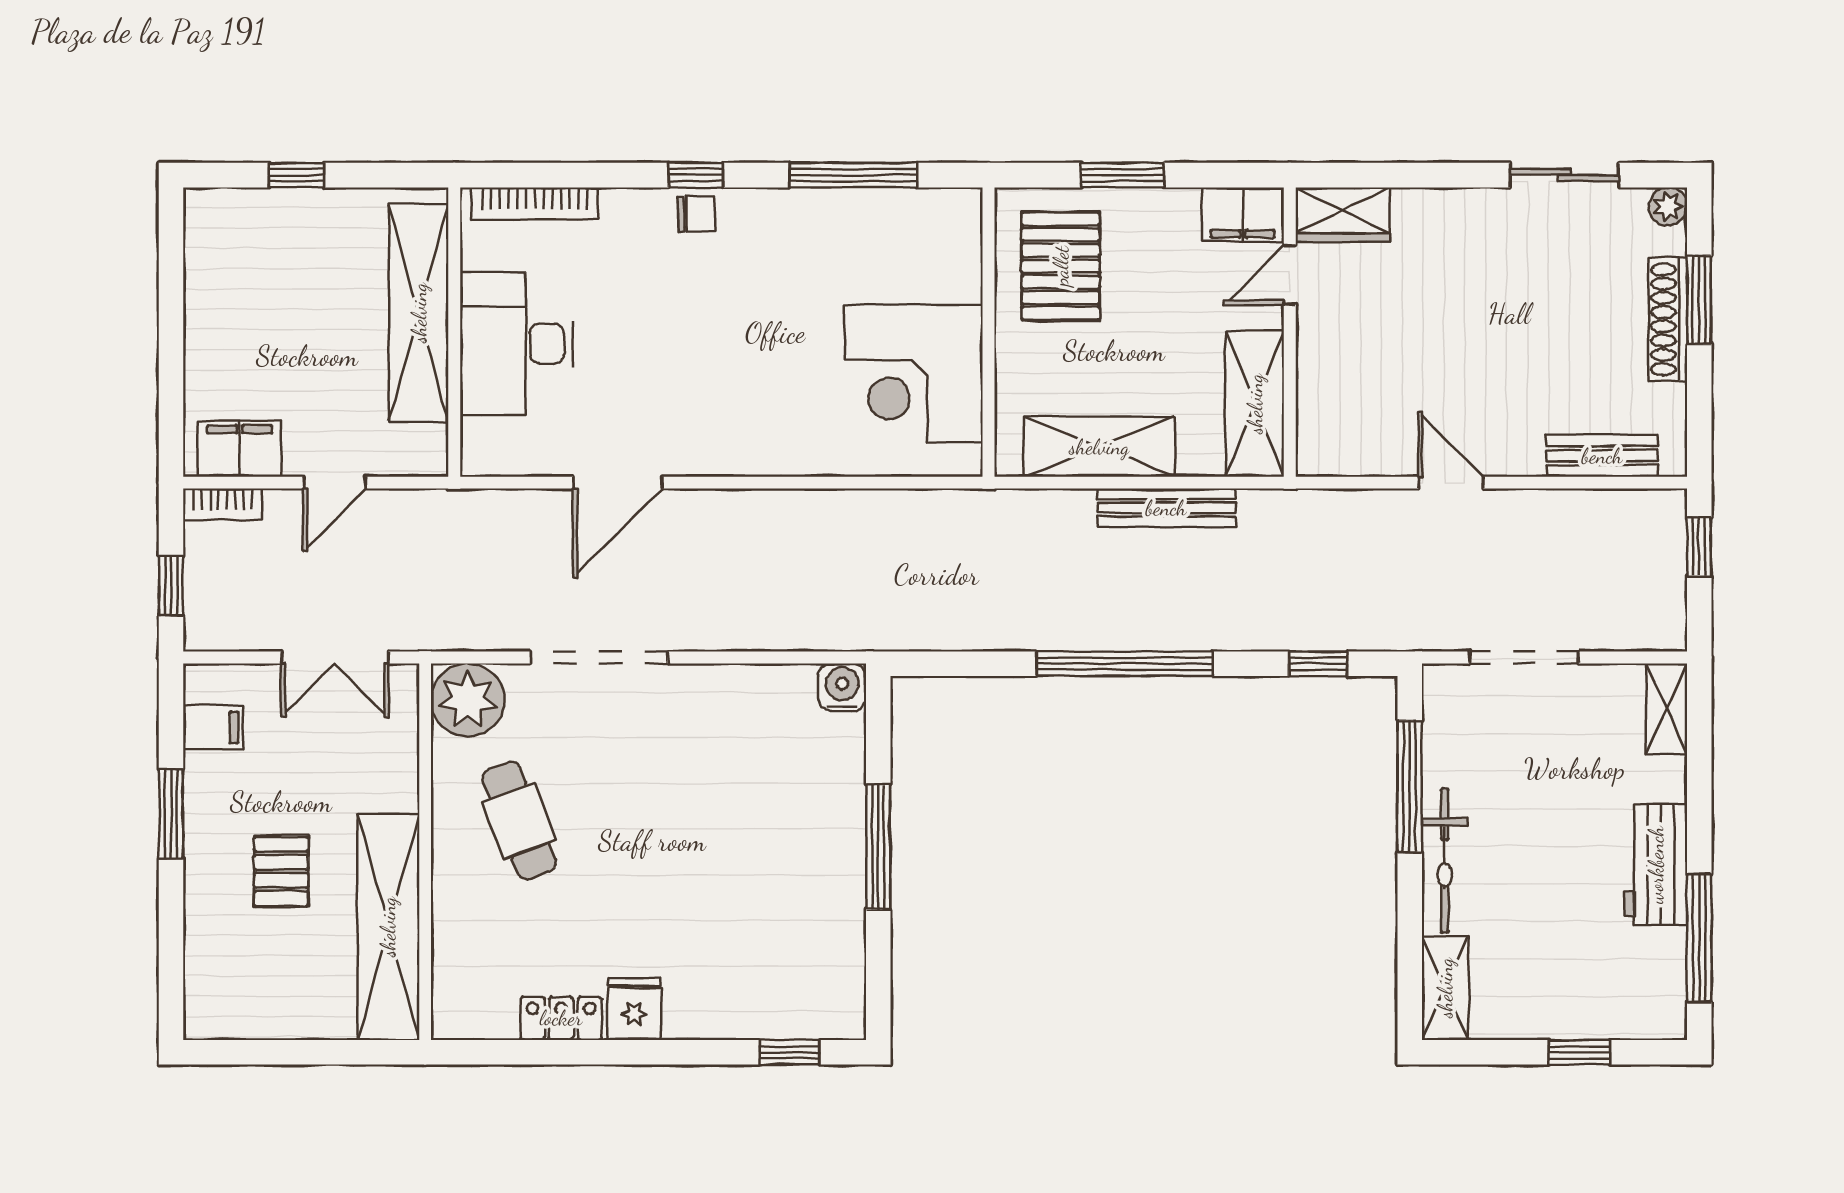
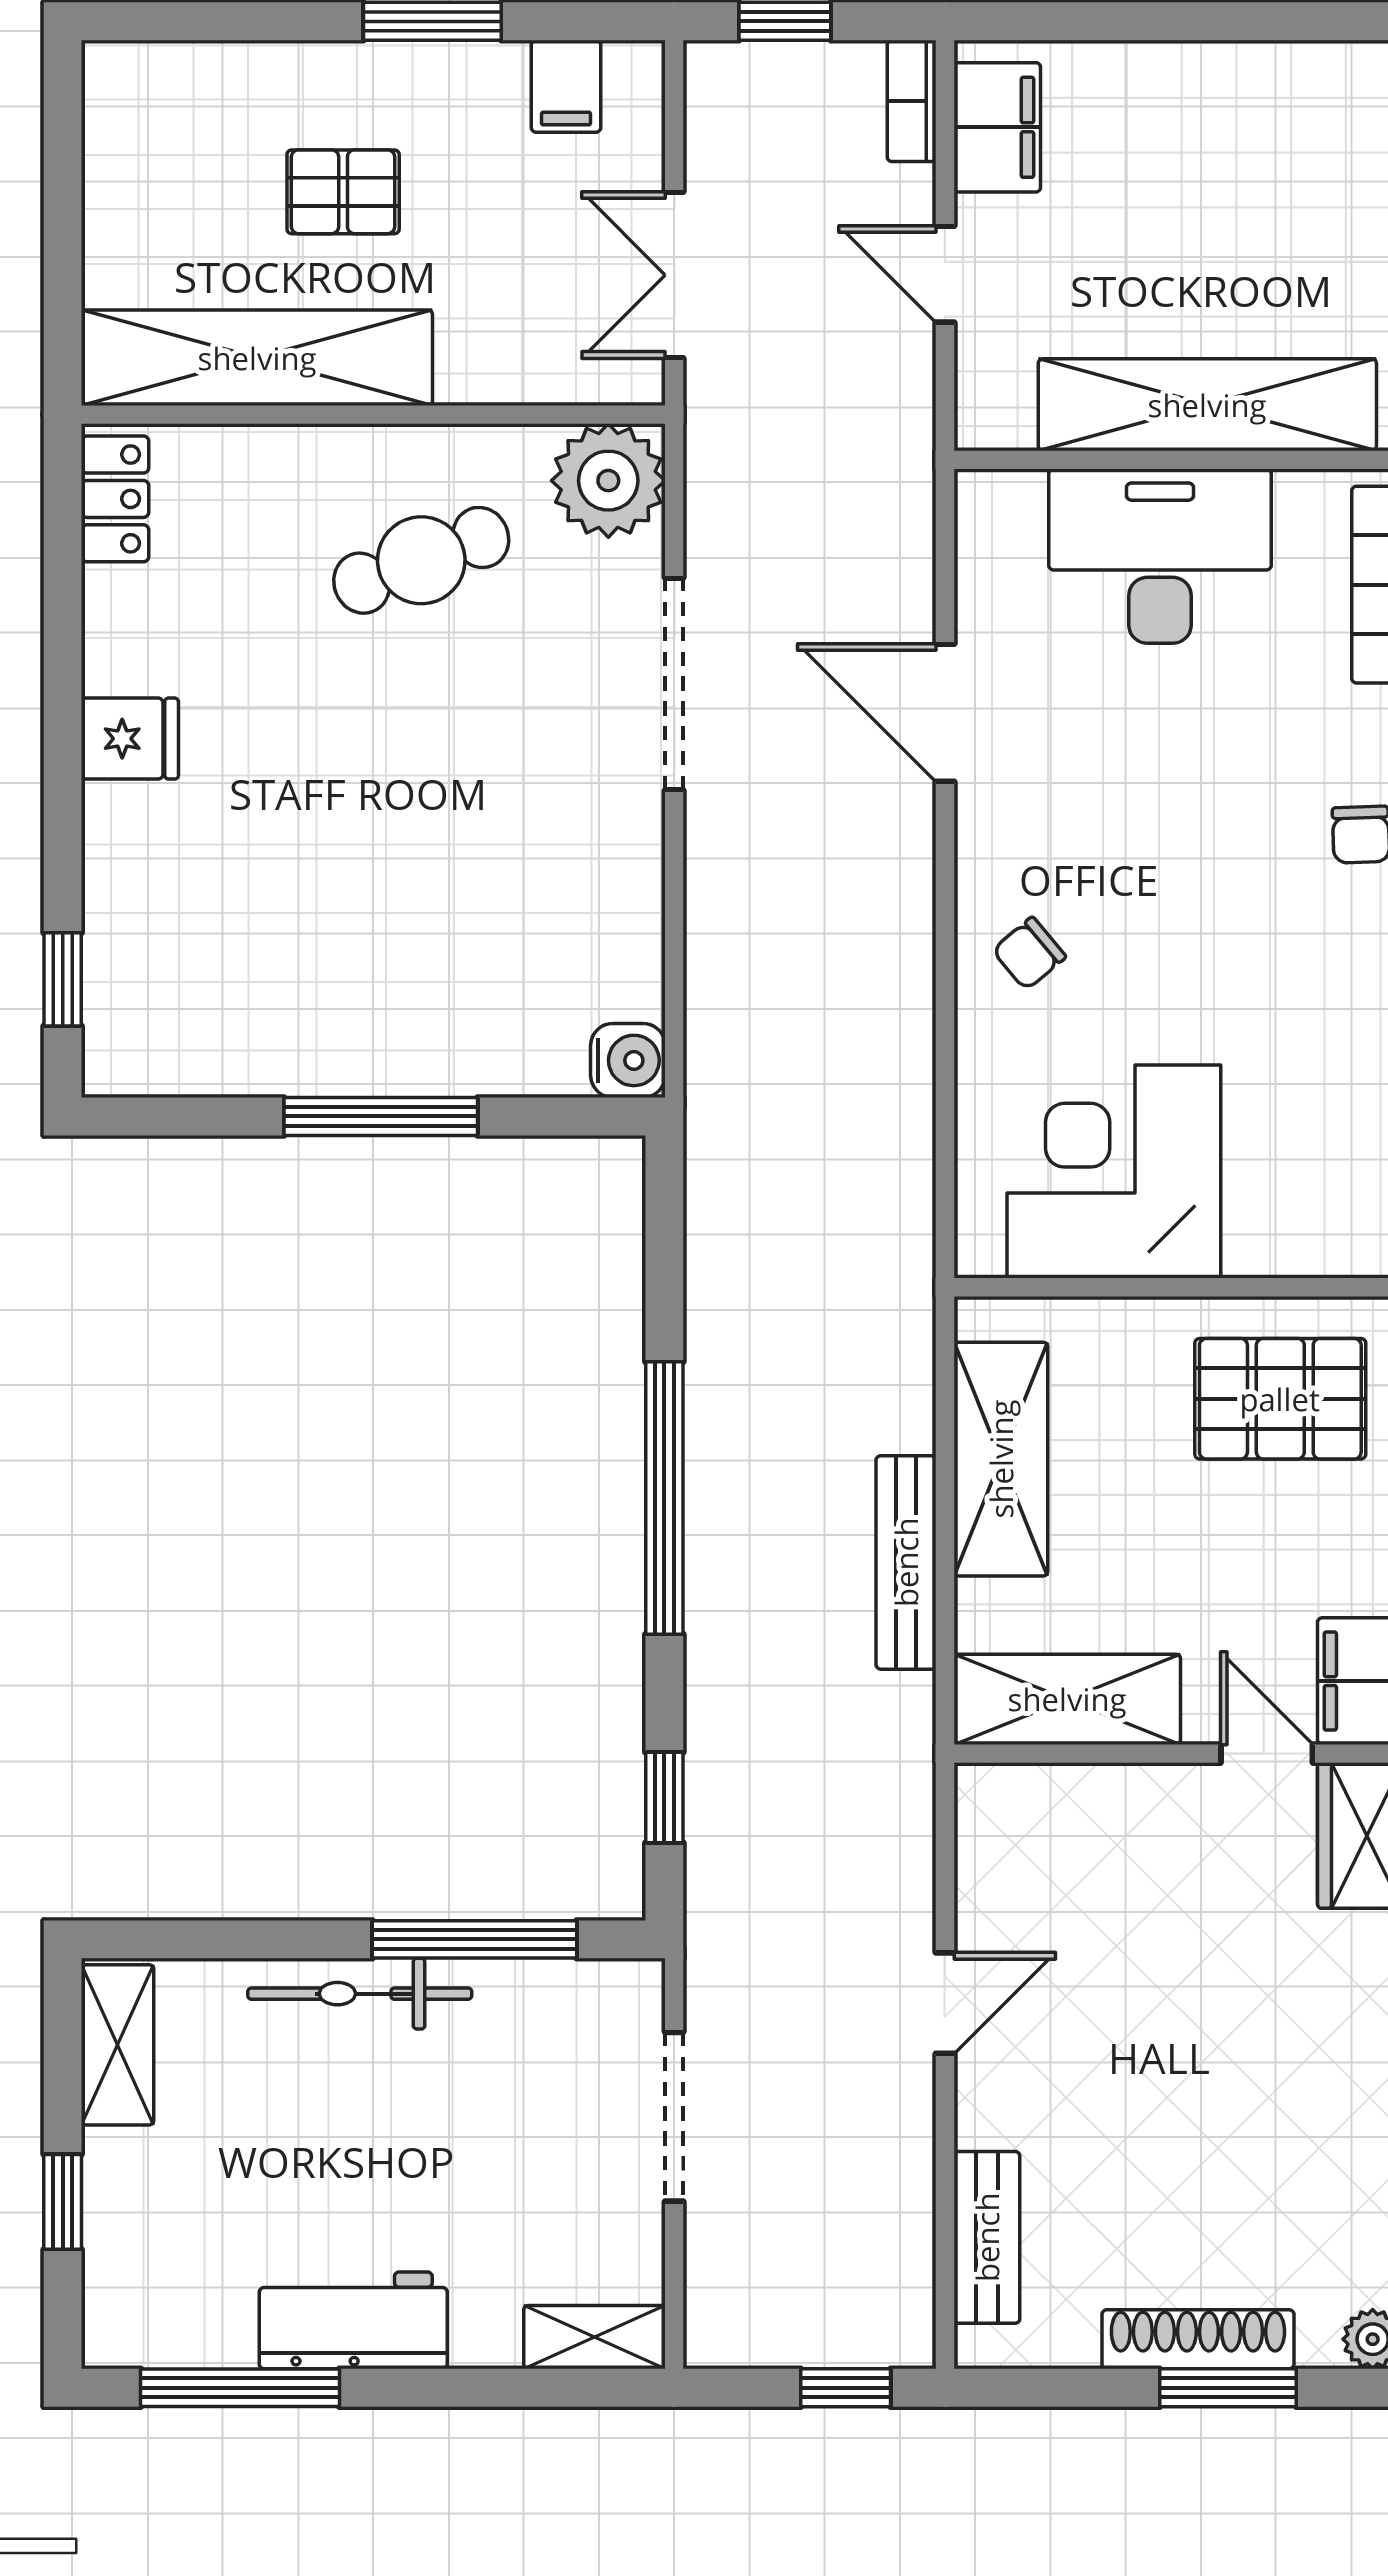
chair: (773, 428) -> (1029, 953), added
shelving: (1445, 988) -> (118, 2045), moved, turned 90
locker: (561, 1018) -> (115, 499), moved

